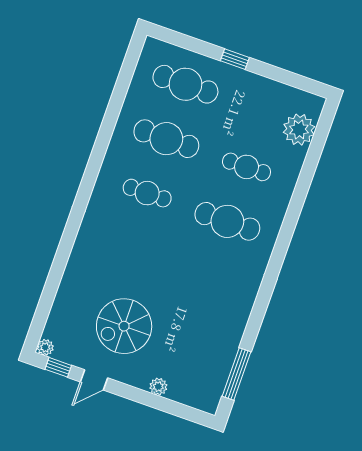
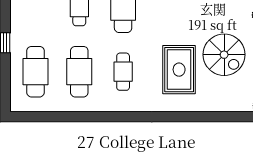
rug: (125, 264) -> (179, 70), added

